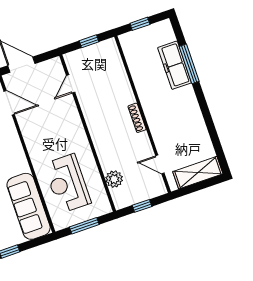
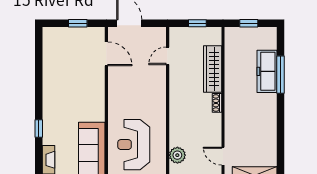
wardrobe: (120, 82) -> (213, 69), added
shoe rack: (137, 118) -> (217, 103), width x0.70

